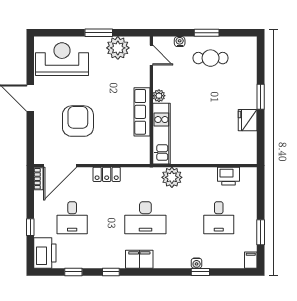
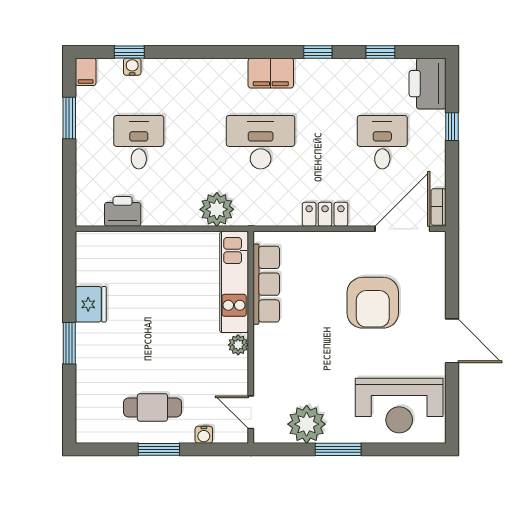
row of seats: (142, 112) -> (266, 284), moved
water cooler: (197, 263) -> (132, 67), moved
window: (200, 272) -> (129, 52), moved

